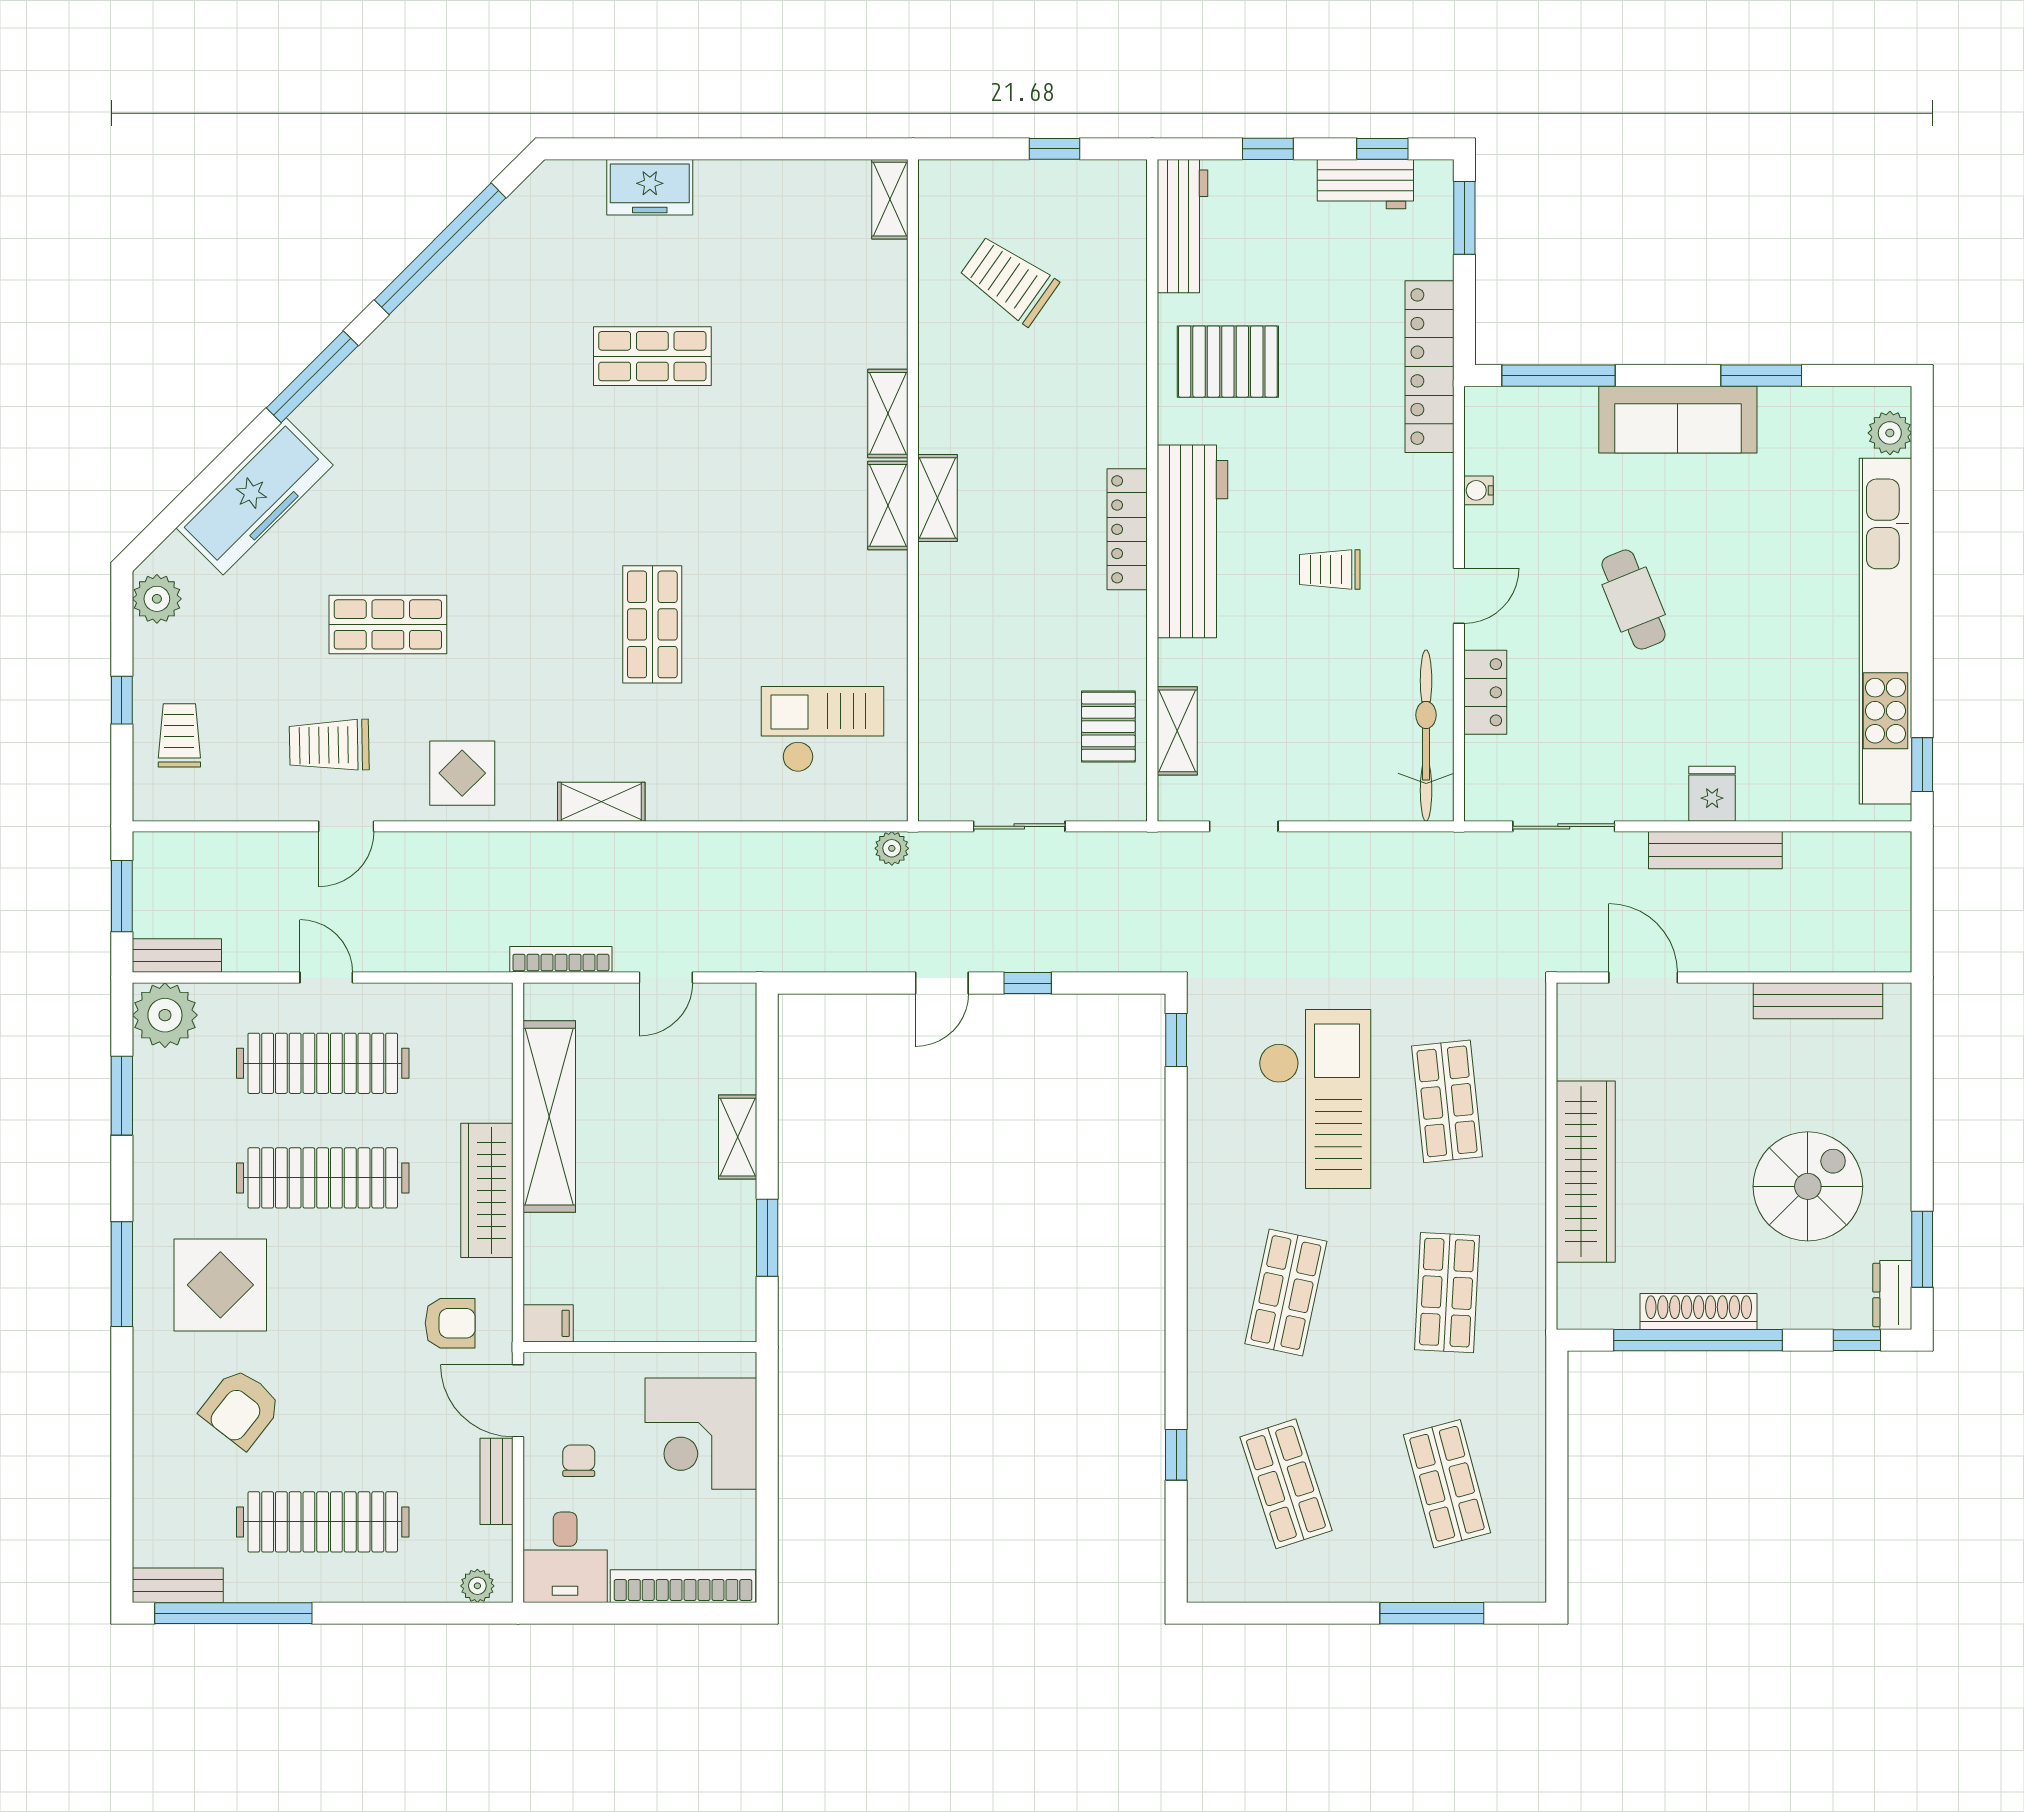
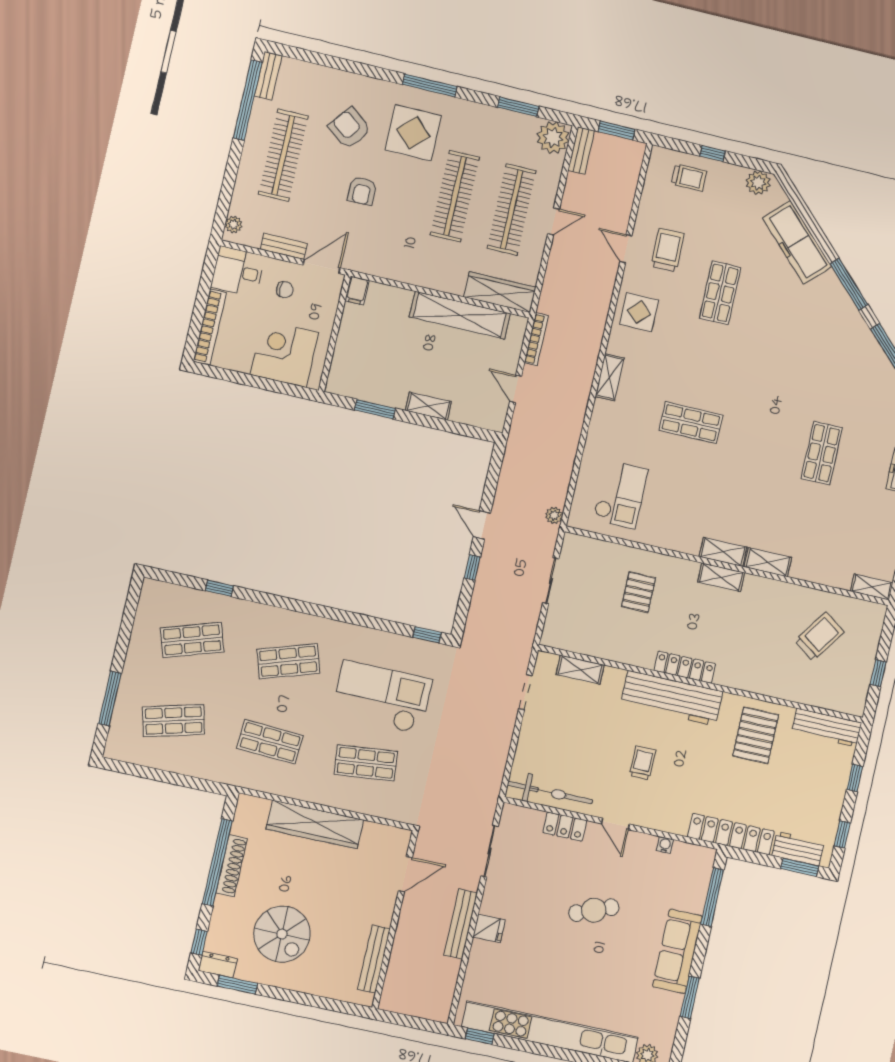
workbench: (1365, 184) -> (798, 849), moved, turned 90
pallet: (1108, 727) -> (639, 592), moved, turned 90
checkout: (1315, 1099) -> (382, 697), turned 180
wardrobe: (487, 1190) -> (500, 292), moved
shop shelf: (1286, 1293) -> (288, 661), turned -30
armchair: (450, 1323) -> (362, 191), moved

